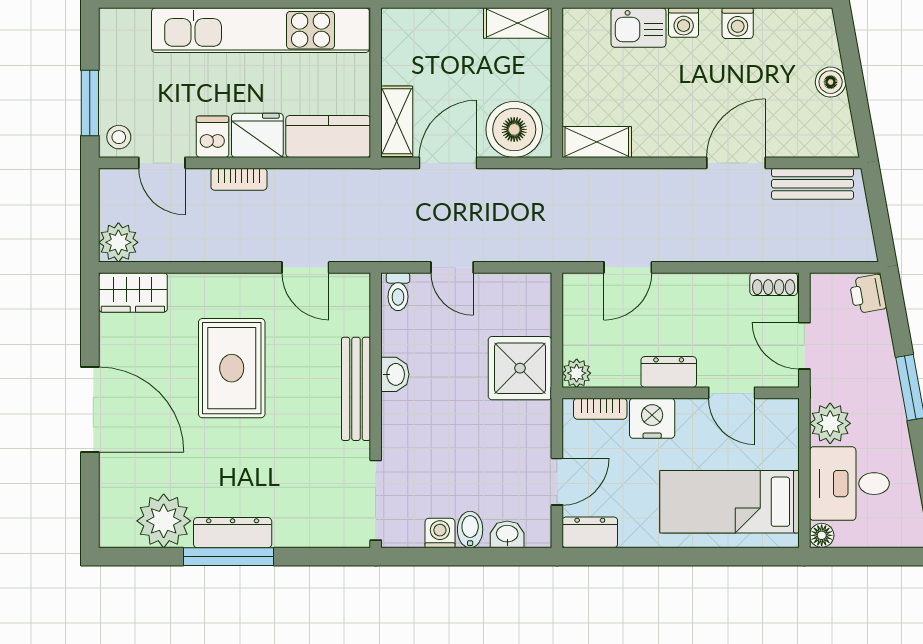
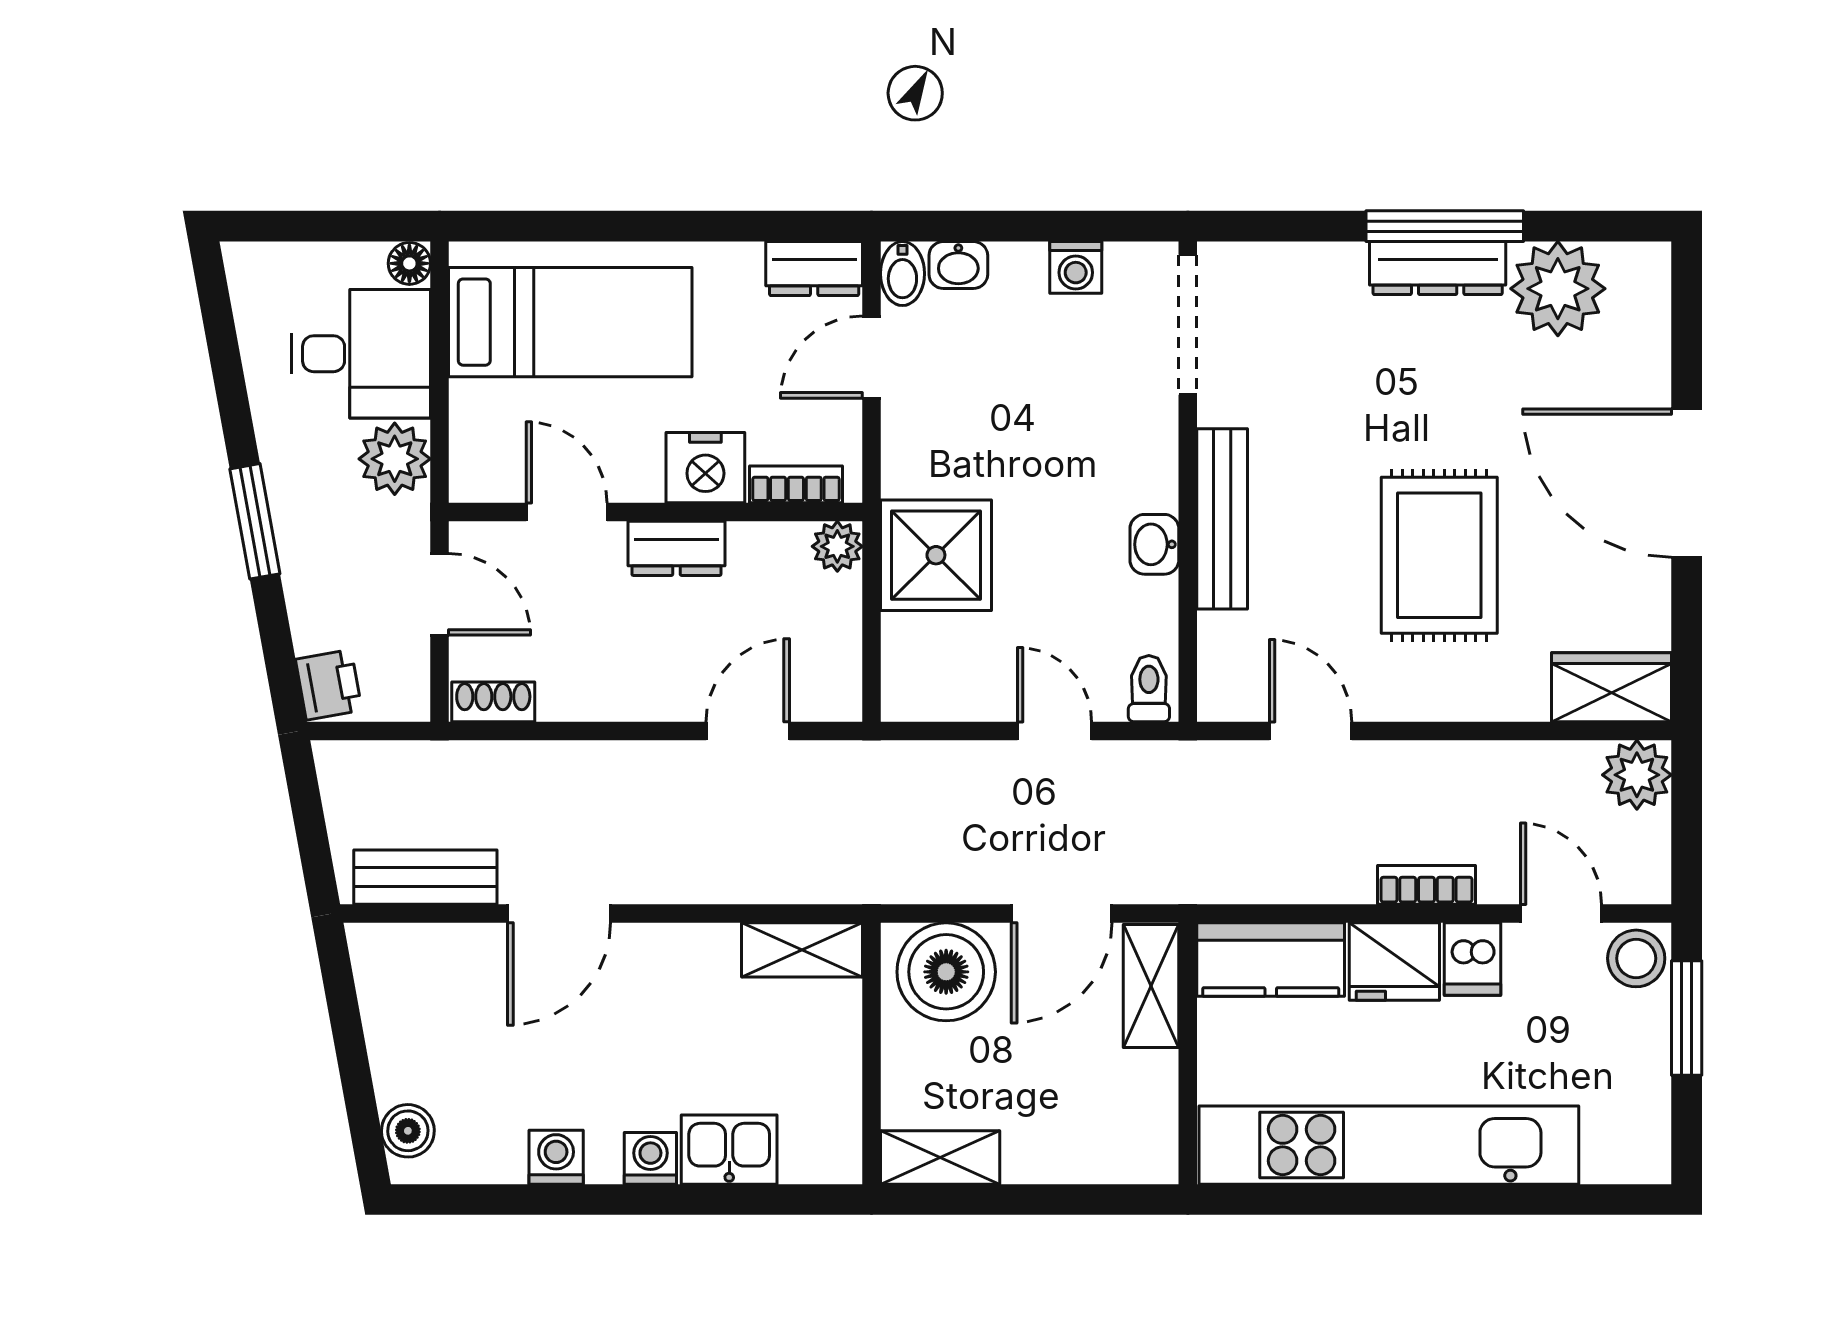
boiler: (831, 82) -> (408, 1131), moved
stool: (119, 137) -> (1636, 958), width x1.37, depth x1.37
bidet: (470, 530) -> (902, 274), moved

